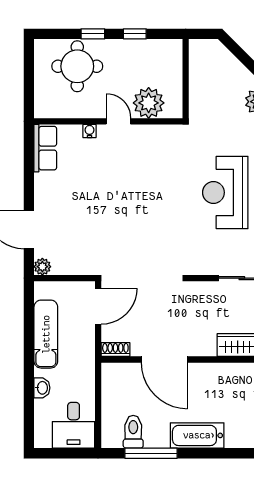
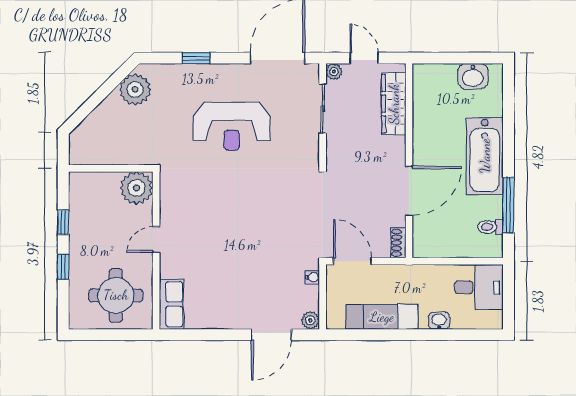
round table: (77, 66) -> (116, 295), moved
plant: (149, 103) -> (136, 188), moved
water cooler: (89, 131) -> (312, 277), moved, turned 180
row of seats: (45, 148) -> (171, 304), moved, turned 90
toilet: (133, 432) -> (490, 227), width x0.73, depth x0.72
bathtub: (197, 435) -> (485, 156), width x1.36, depth x1.36

